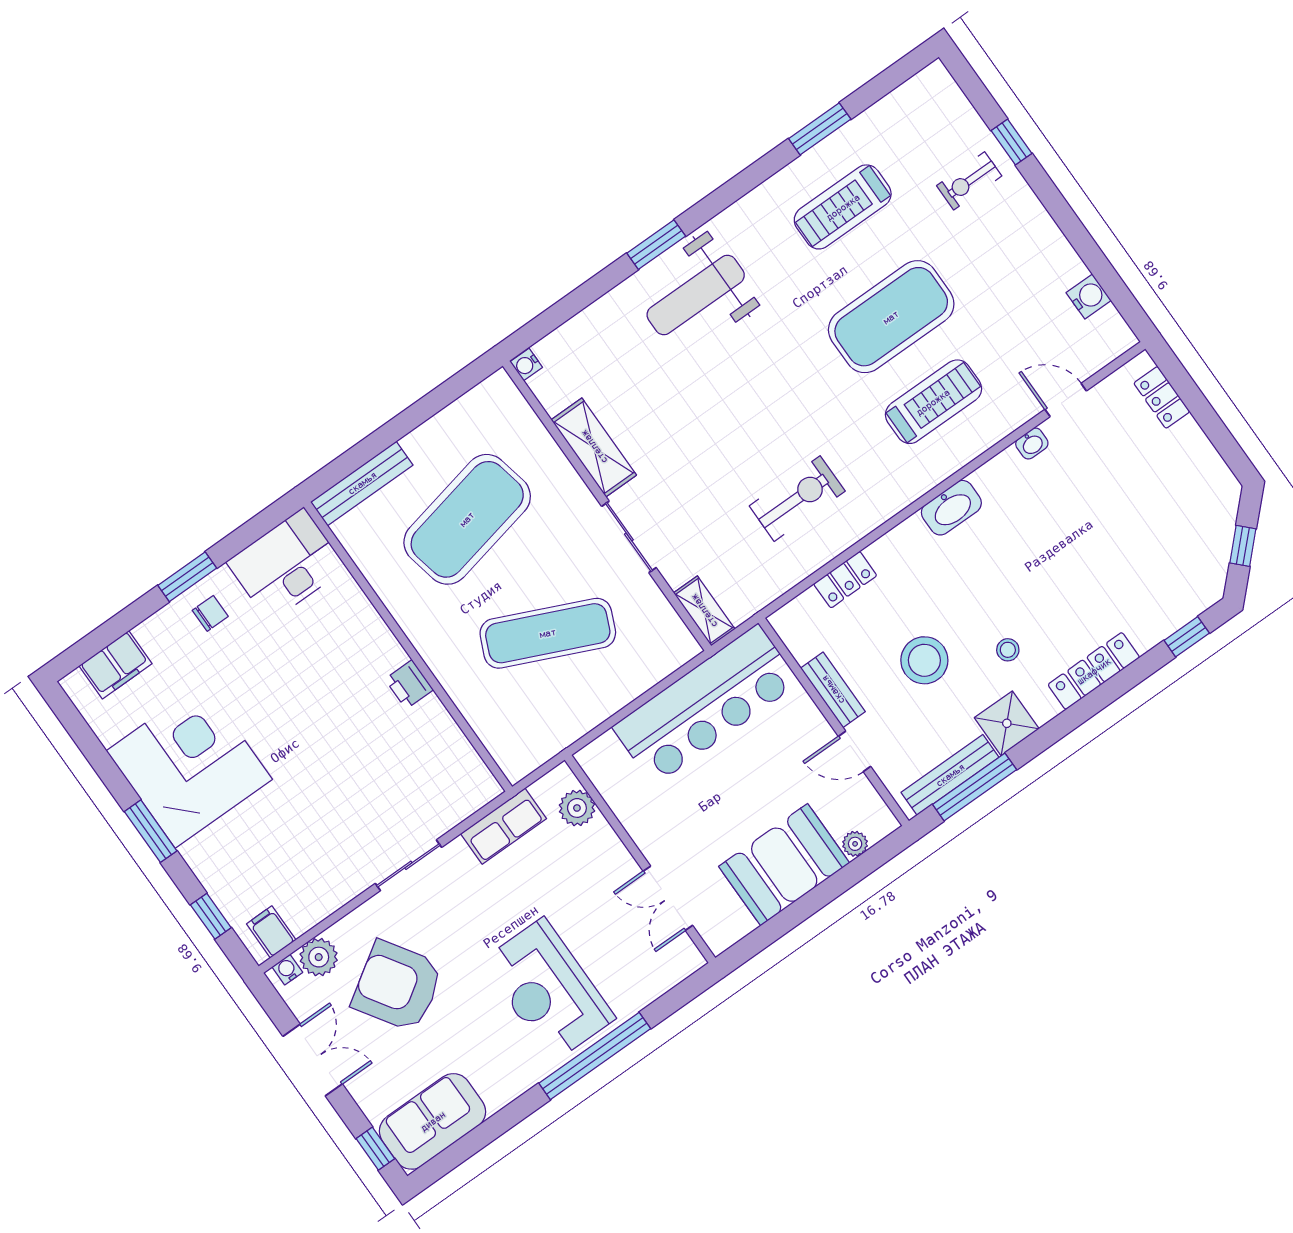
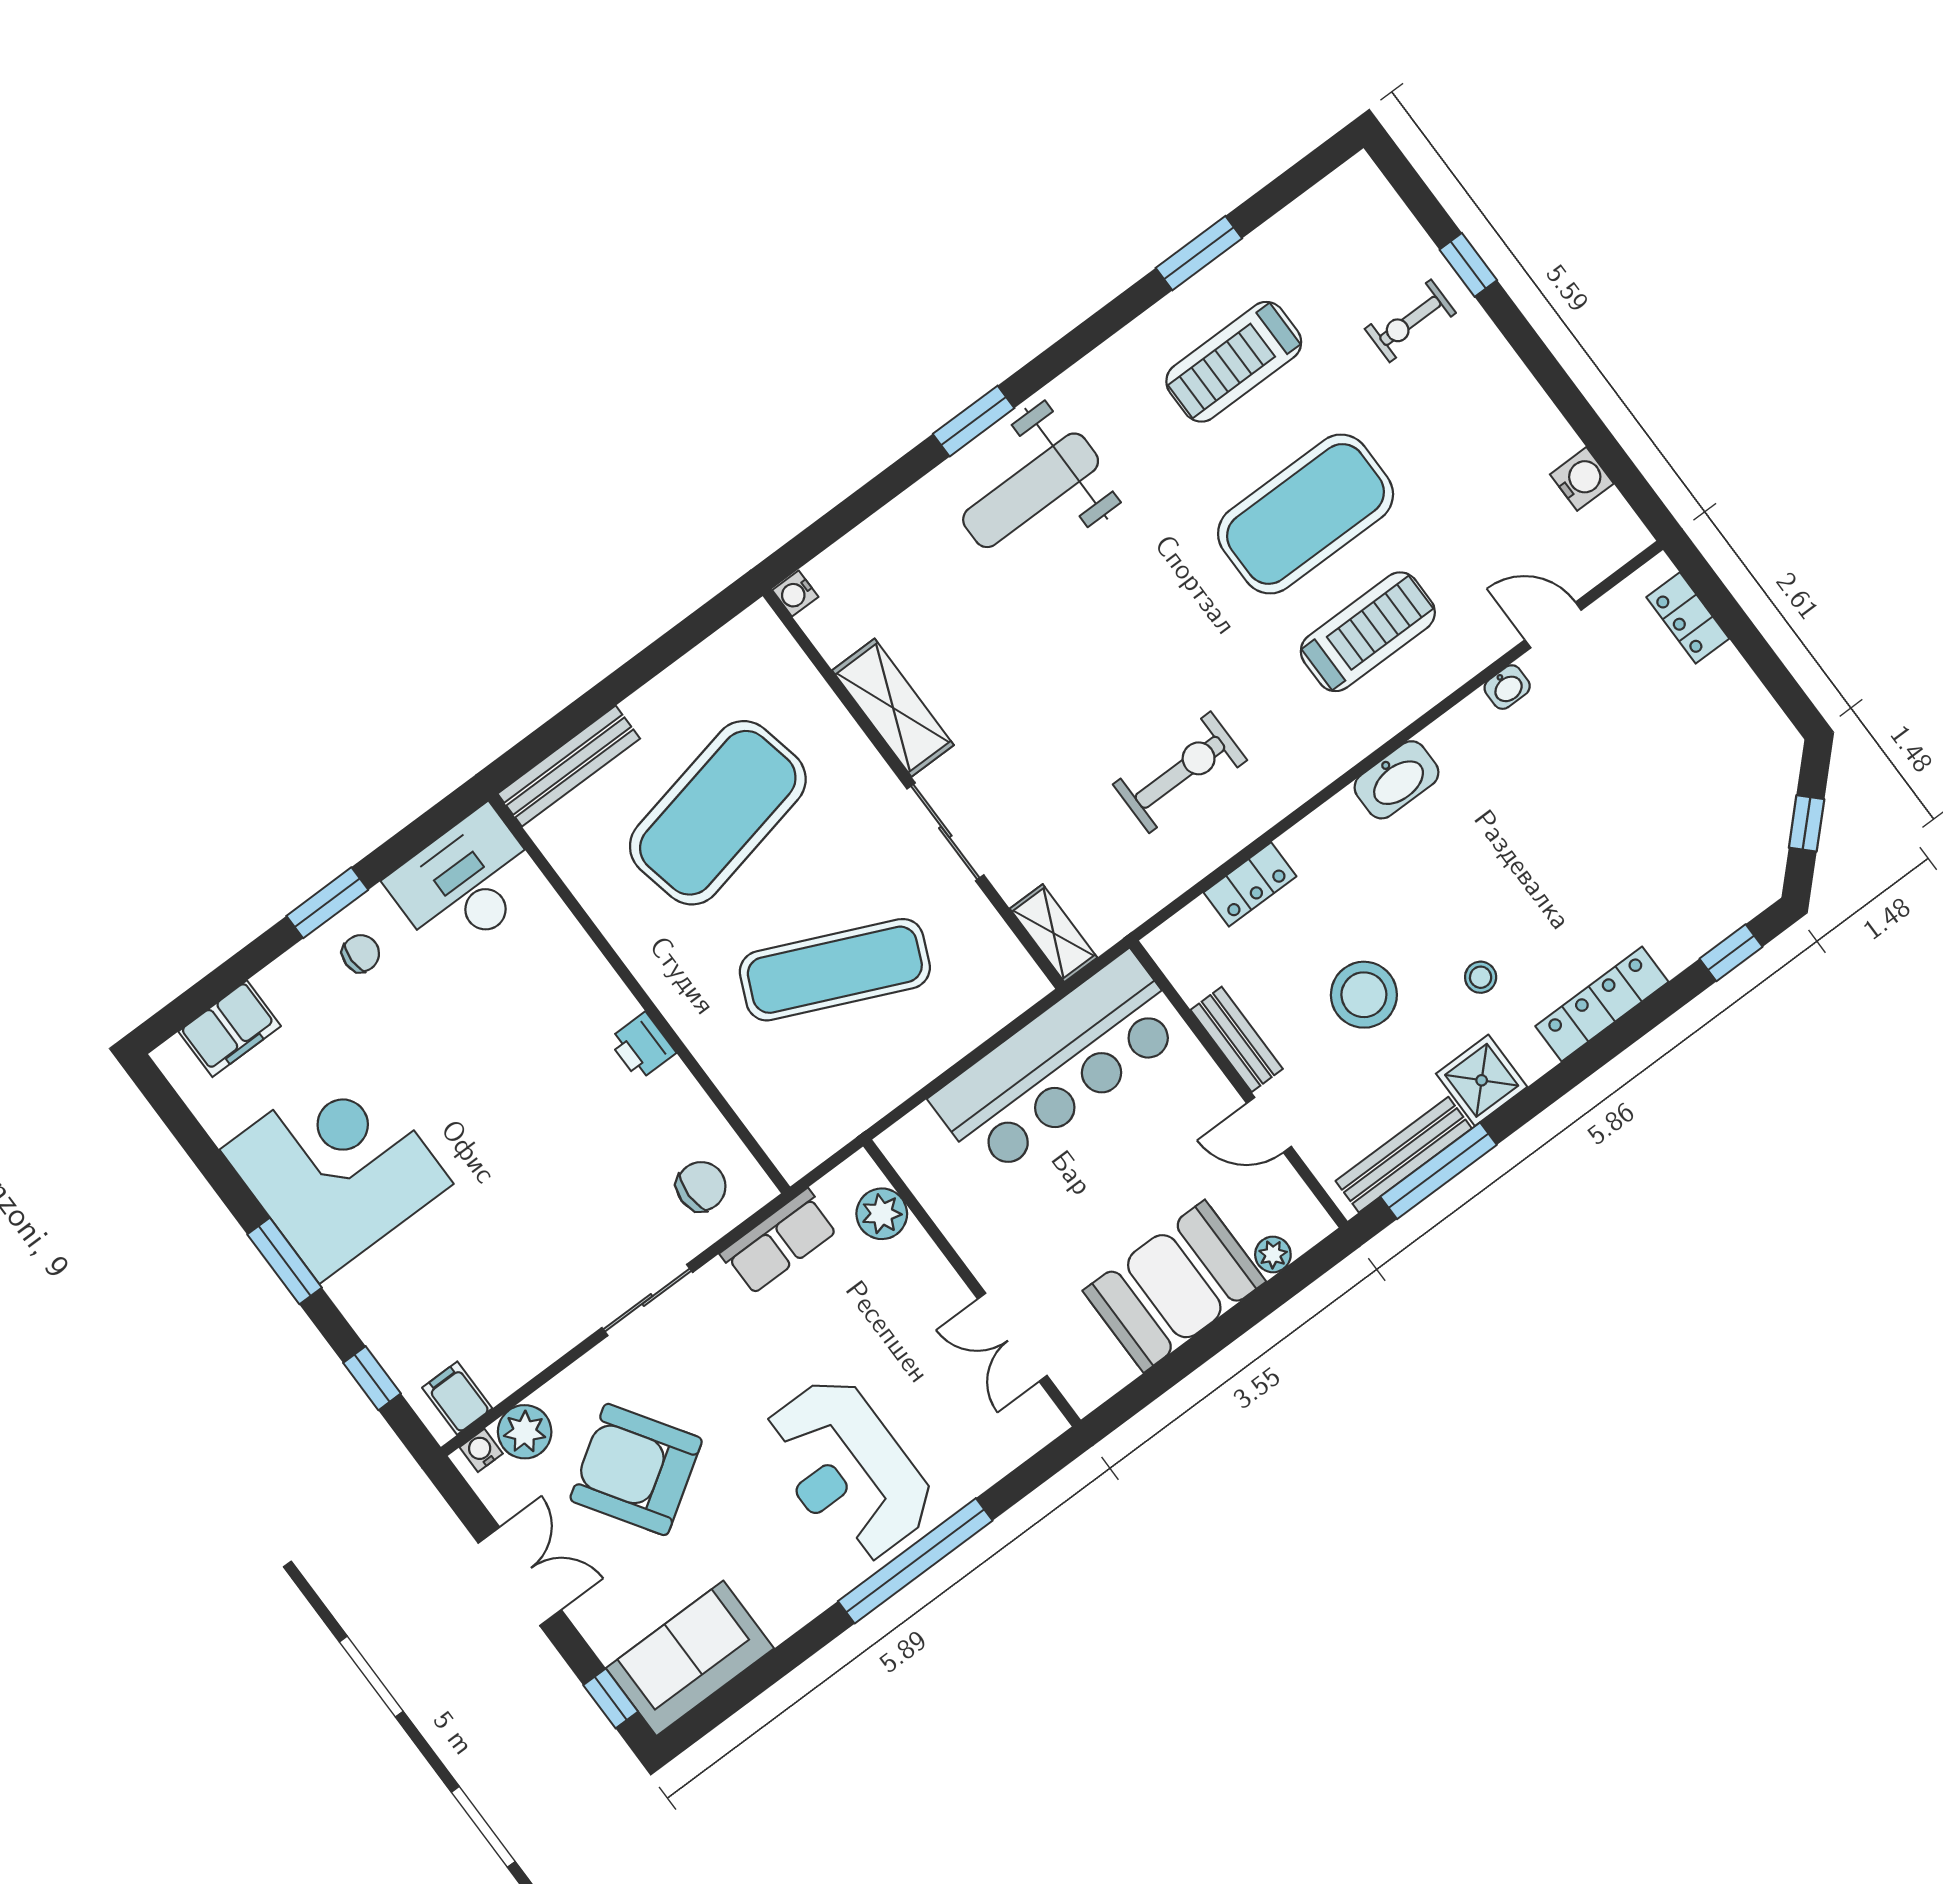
chair: (449, 785) -> (701, 1186), added

